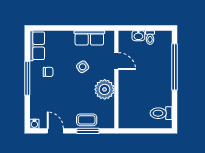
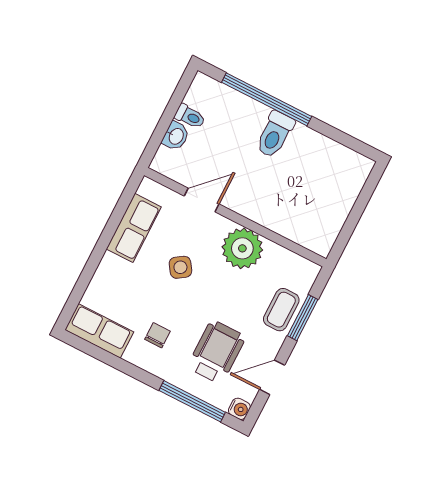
window: (27, 78) -> (192, 401), moved
wheelchair: (54, 101) -> (216, 352), added
toilet: (161, 113) -> (275, 134), moved

